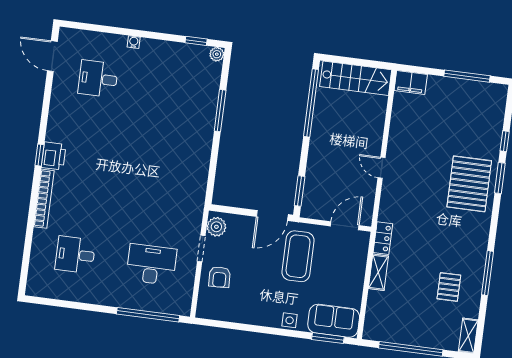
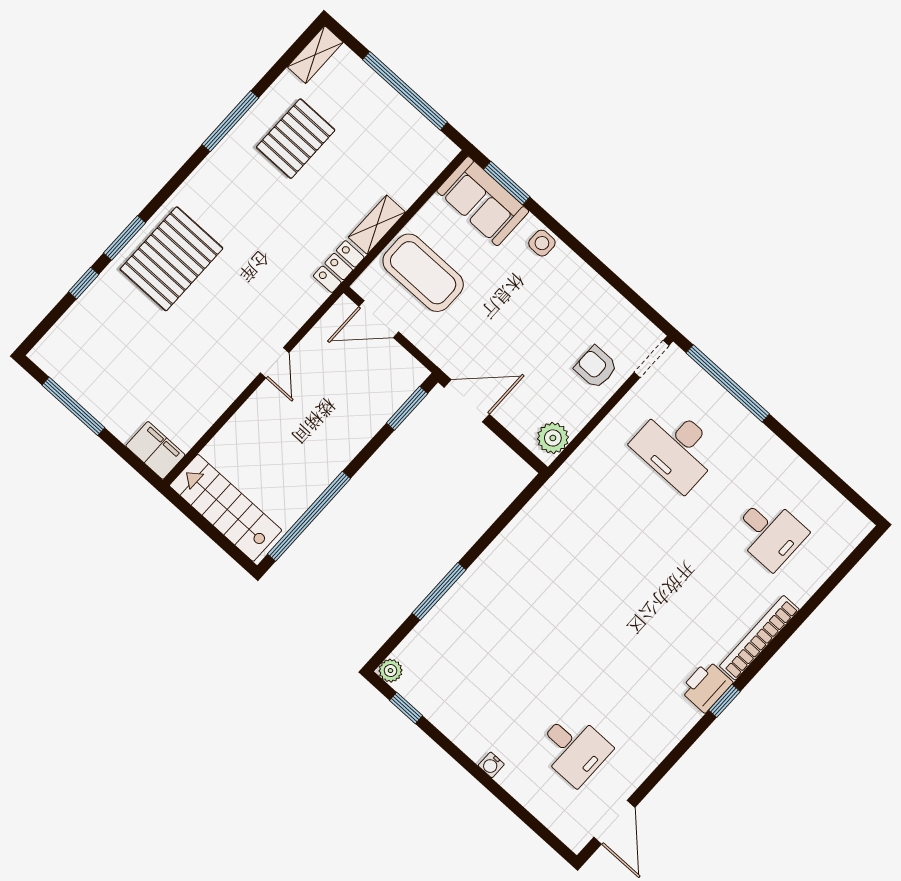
doorway: (201, 249) -> (652, 359), moved
coffee table: (298, 256) -> (423, 273), moved, turned 90
armchair: (220, 277) -> (596, 367), turned -88
pallet: (449, 287) -> (296, 139), width x1.50, depth x1.42

